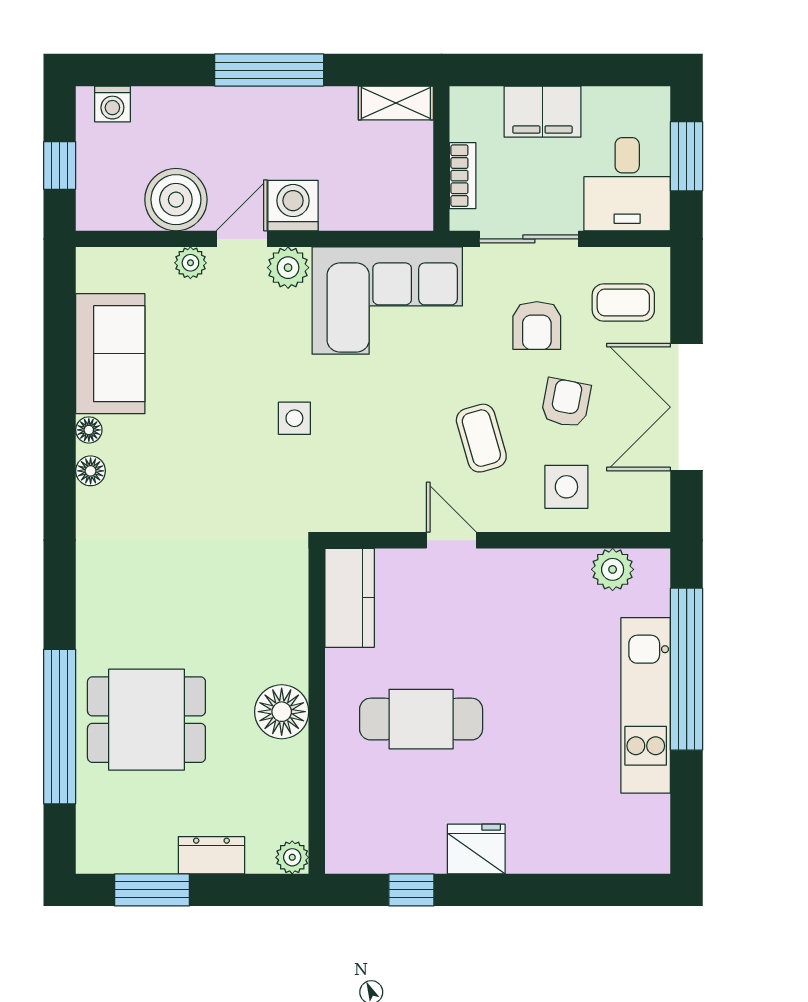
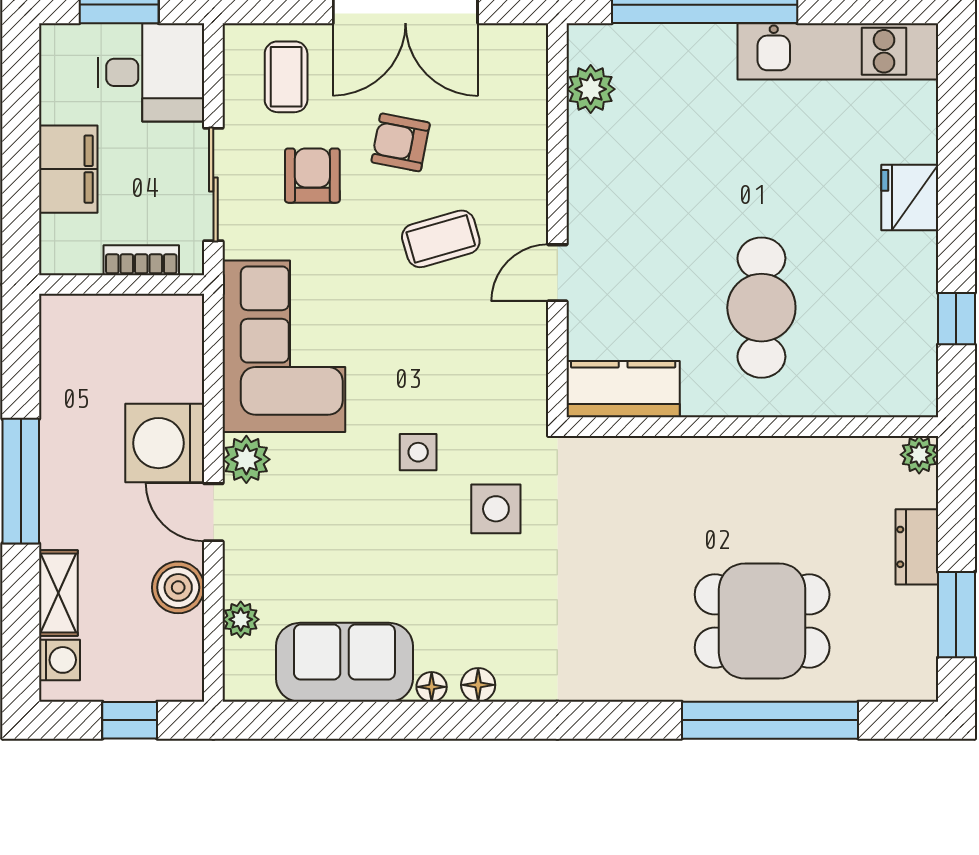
shelving: (396, 103) -> (58, 593), moved
boiler: (176, 200) -> (178, 587), width x0.73, depth x0.73
washing machine: (293, 206) -> (165, 443), width x1.37, depth x1.37
plant: (190, 263) -> (241, 619), moved
armchair: (537, 326) -> (312, 176), turned -90
side table: (566, 487) -> (496, 509), moved
kitchen unit: (646, 705) -> (838, 51), moved
floor lamp: (282, 712) -> (753, 467), removed
dining table: (146, 720) -> (762, 621), turned 90
fridge: (476, 849) -> (910, 197), moved

